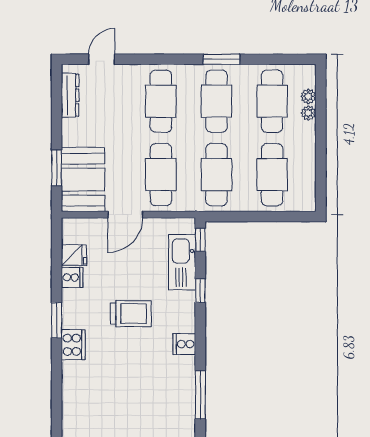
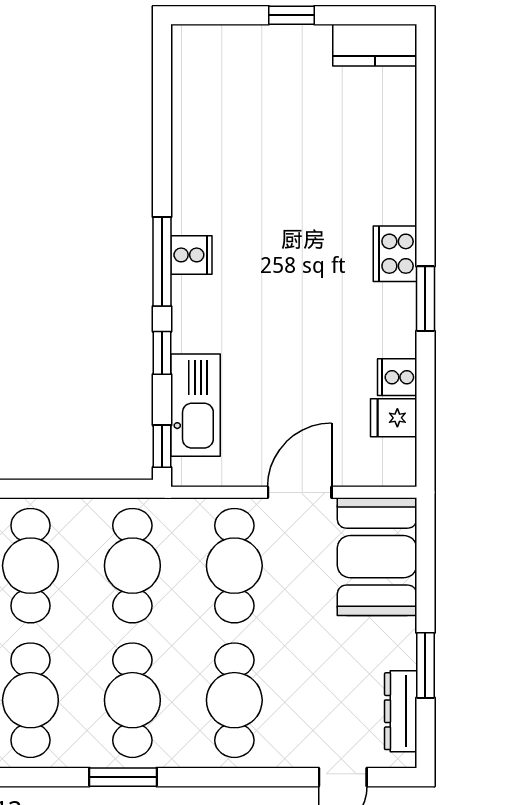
window: (57, 168) -> (425, 665), moved
trolley: (131, 314) -> (290, 311), removed
window: (200, 395) -> (162, 262), moved

